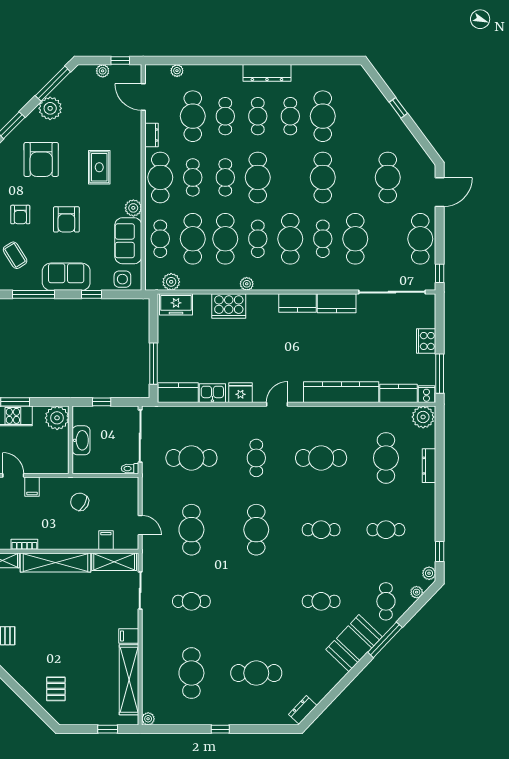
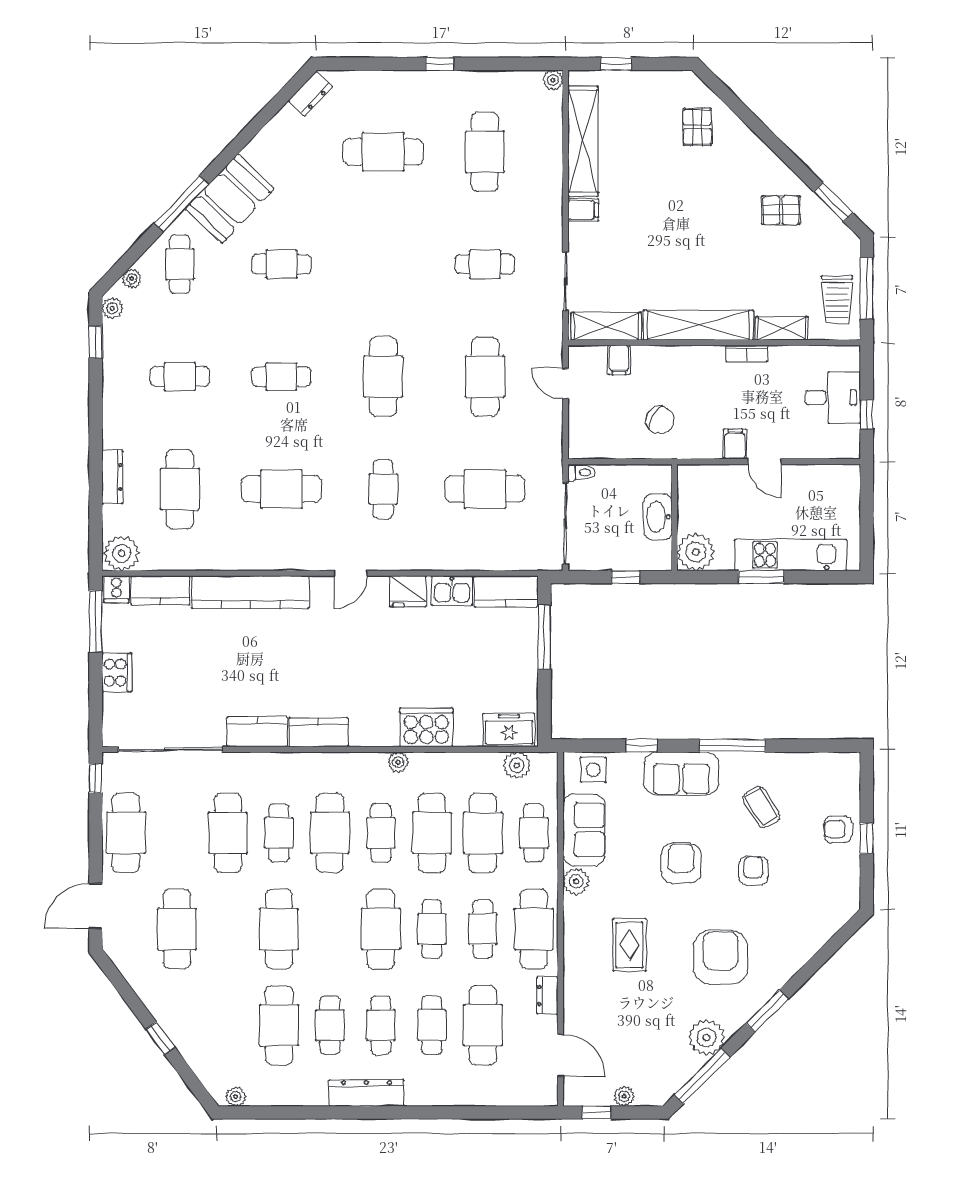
plant: (177, 71) -> (236, 1097), moved

